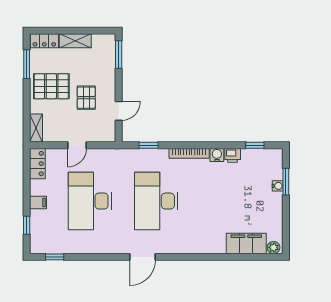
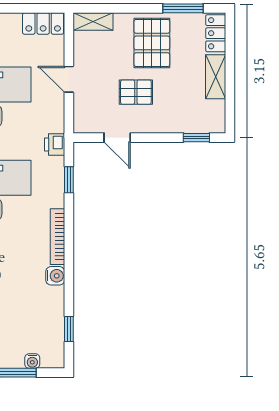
window: (119, 55) -> (196, 138), width x0.67
printer: (233, 155) -> (55, 145), moved
water cooler: (278, 186) -> (32, 361), moved

